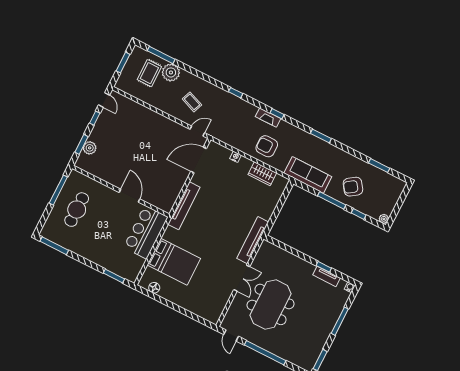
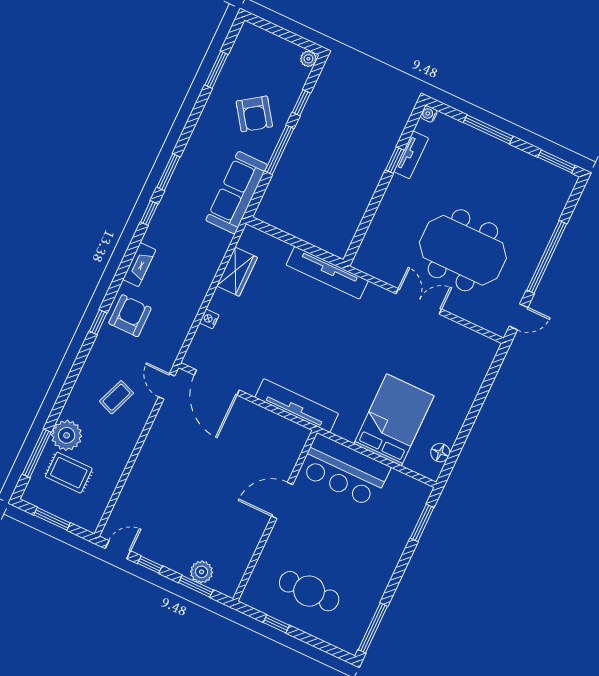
window: (277, 114) -> (149, 213), moved
armchair: (267, 146) -> (130, 316), moved, turned 180
window: (58, 190) -> (276, 624), width x0.46
tv unit: (253, 240) -> (327, 273), moved

